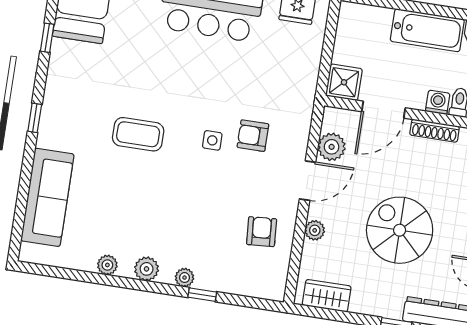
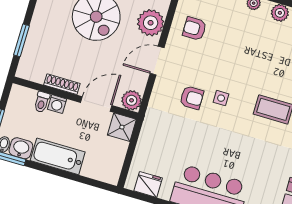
plant: (332, 147) -> (132, 100), moved
plant: (315, 230) -> (151, 23), width x1.88, depth x1.88
armchair: (262, 232) -> (195, 29), turned 94

